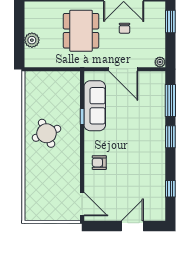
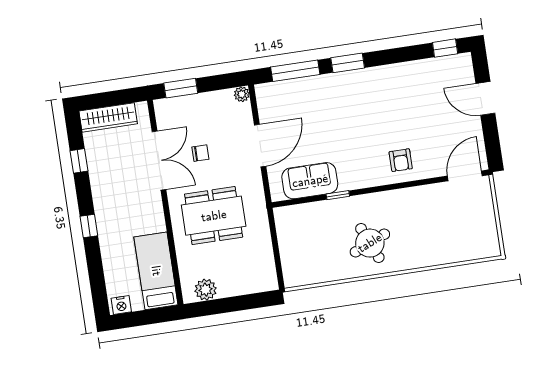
plant: (32, 40) -> (206, 290), moved
sofa: (95, 106) -> (310, 181), width x0.73
window: (170, 189) -> (445, 48), moved

